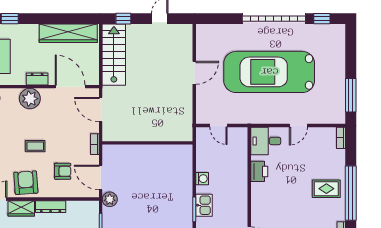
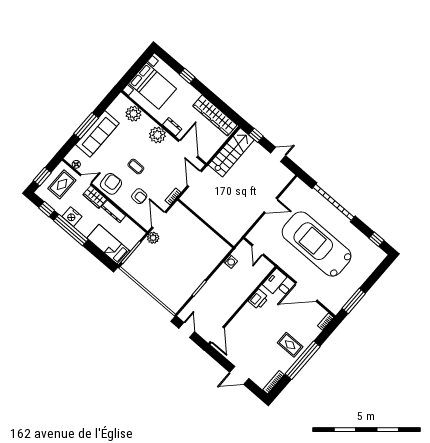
garage door: (274, 19) -> (334, 202), moved
door: (298, 125) -> (306, 292), width x1.88
washing machine: (202, 179) -> (231, 262), moved
kitchen sink: (204, 205) -> (207, 291), removed

